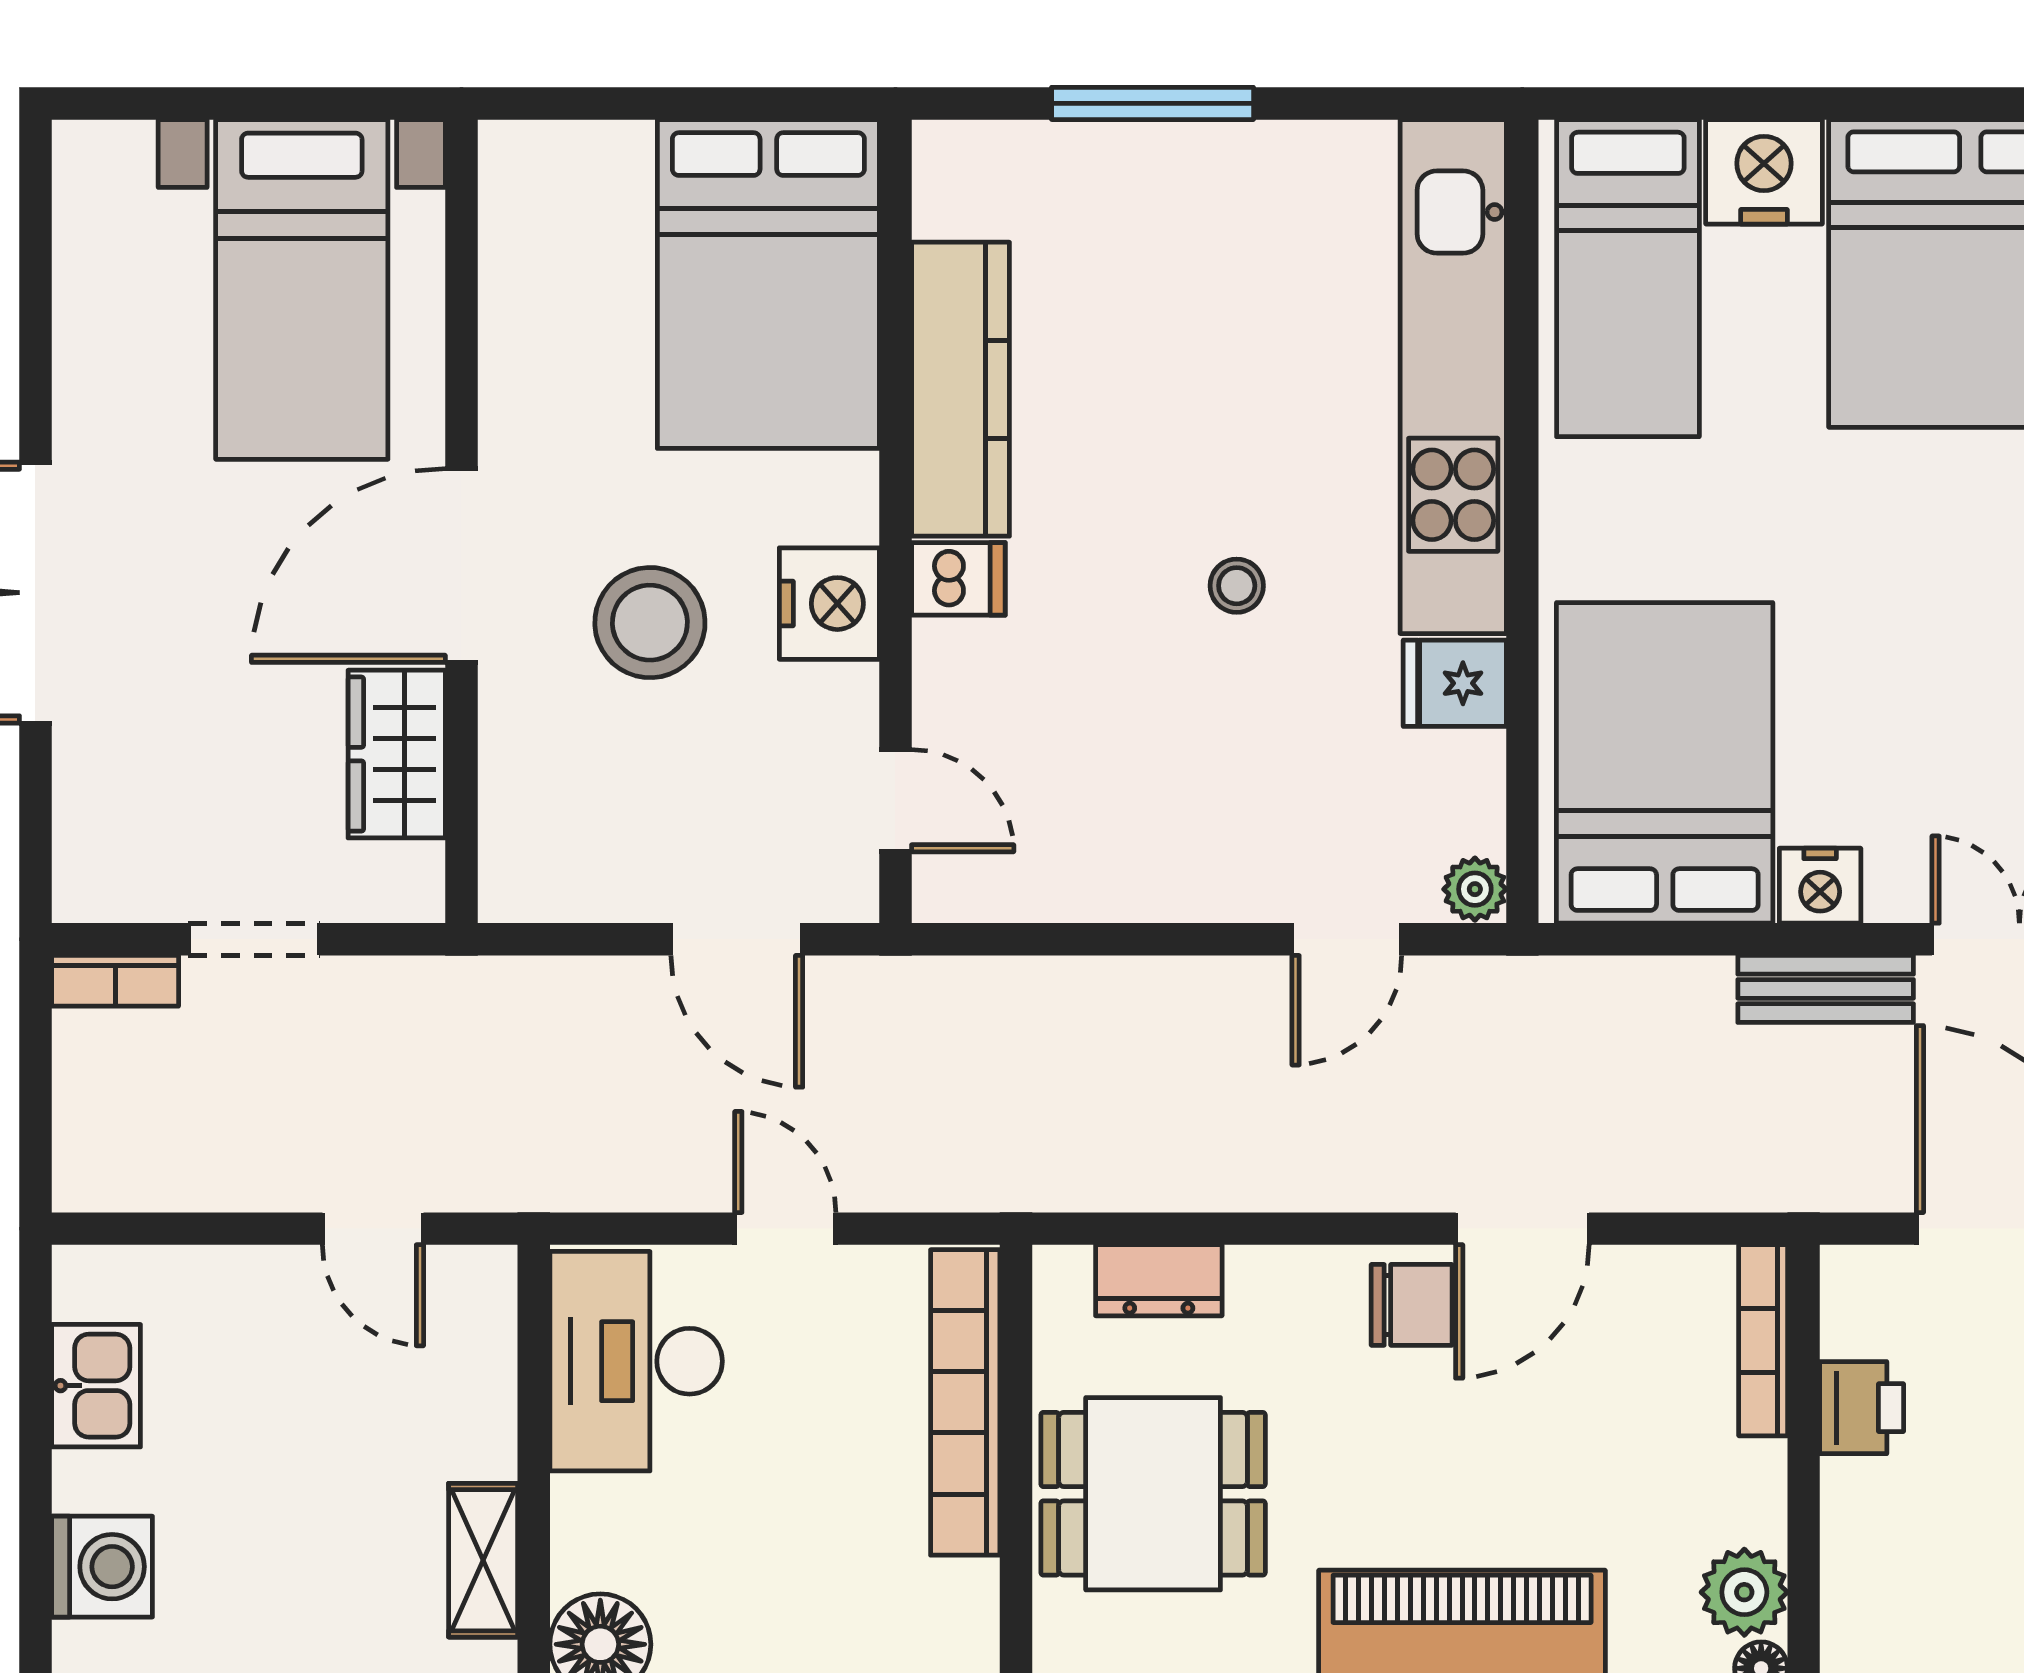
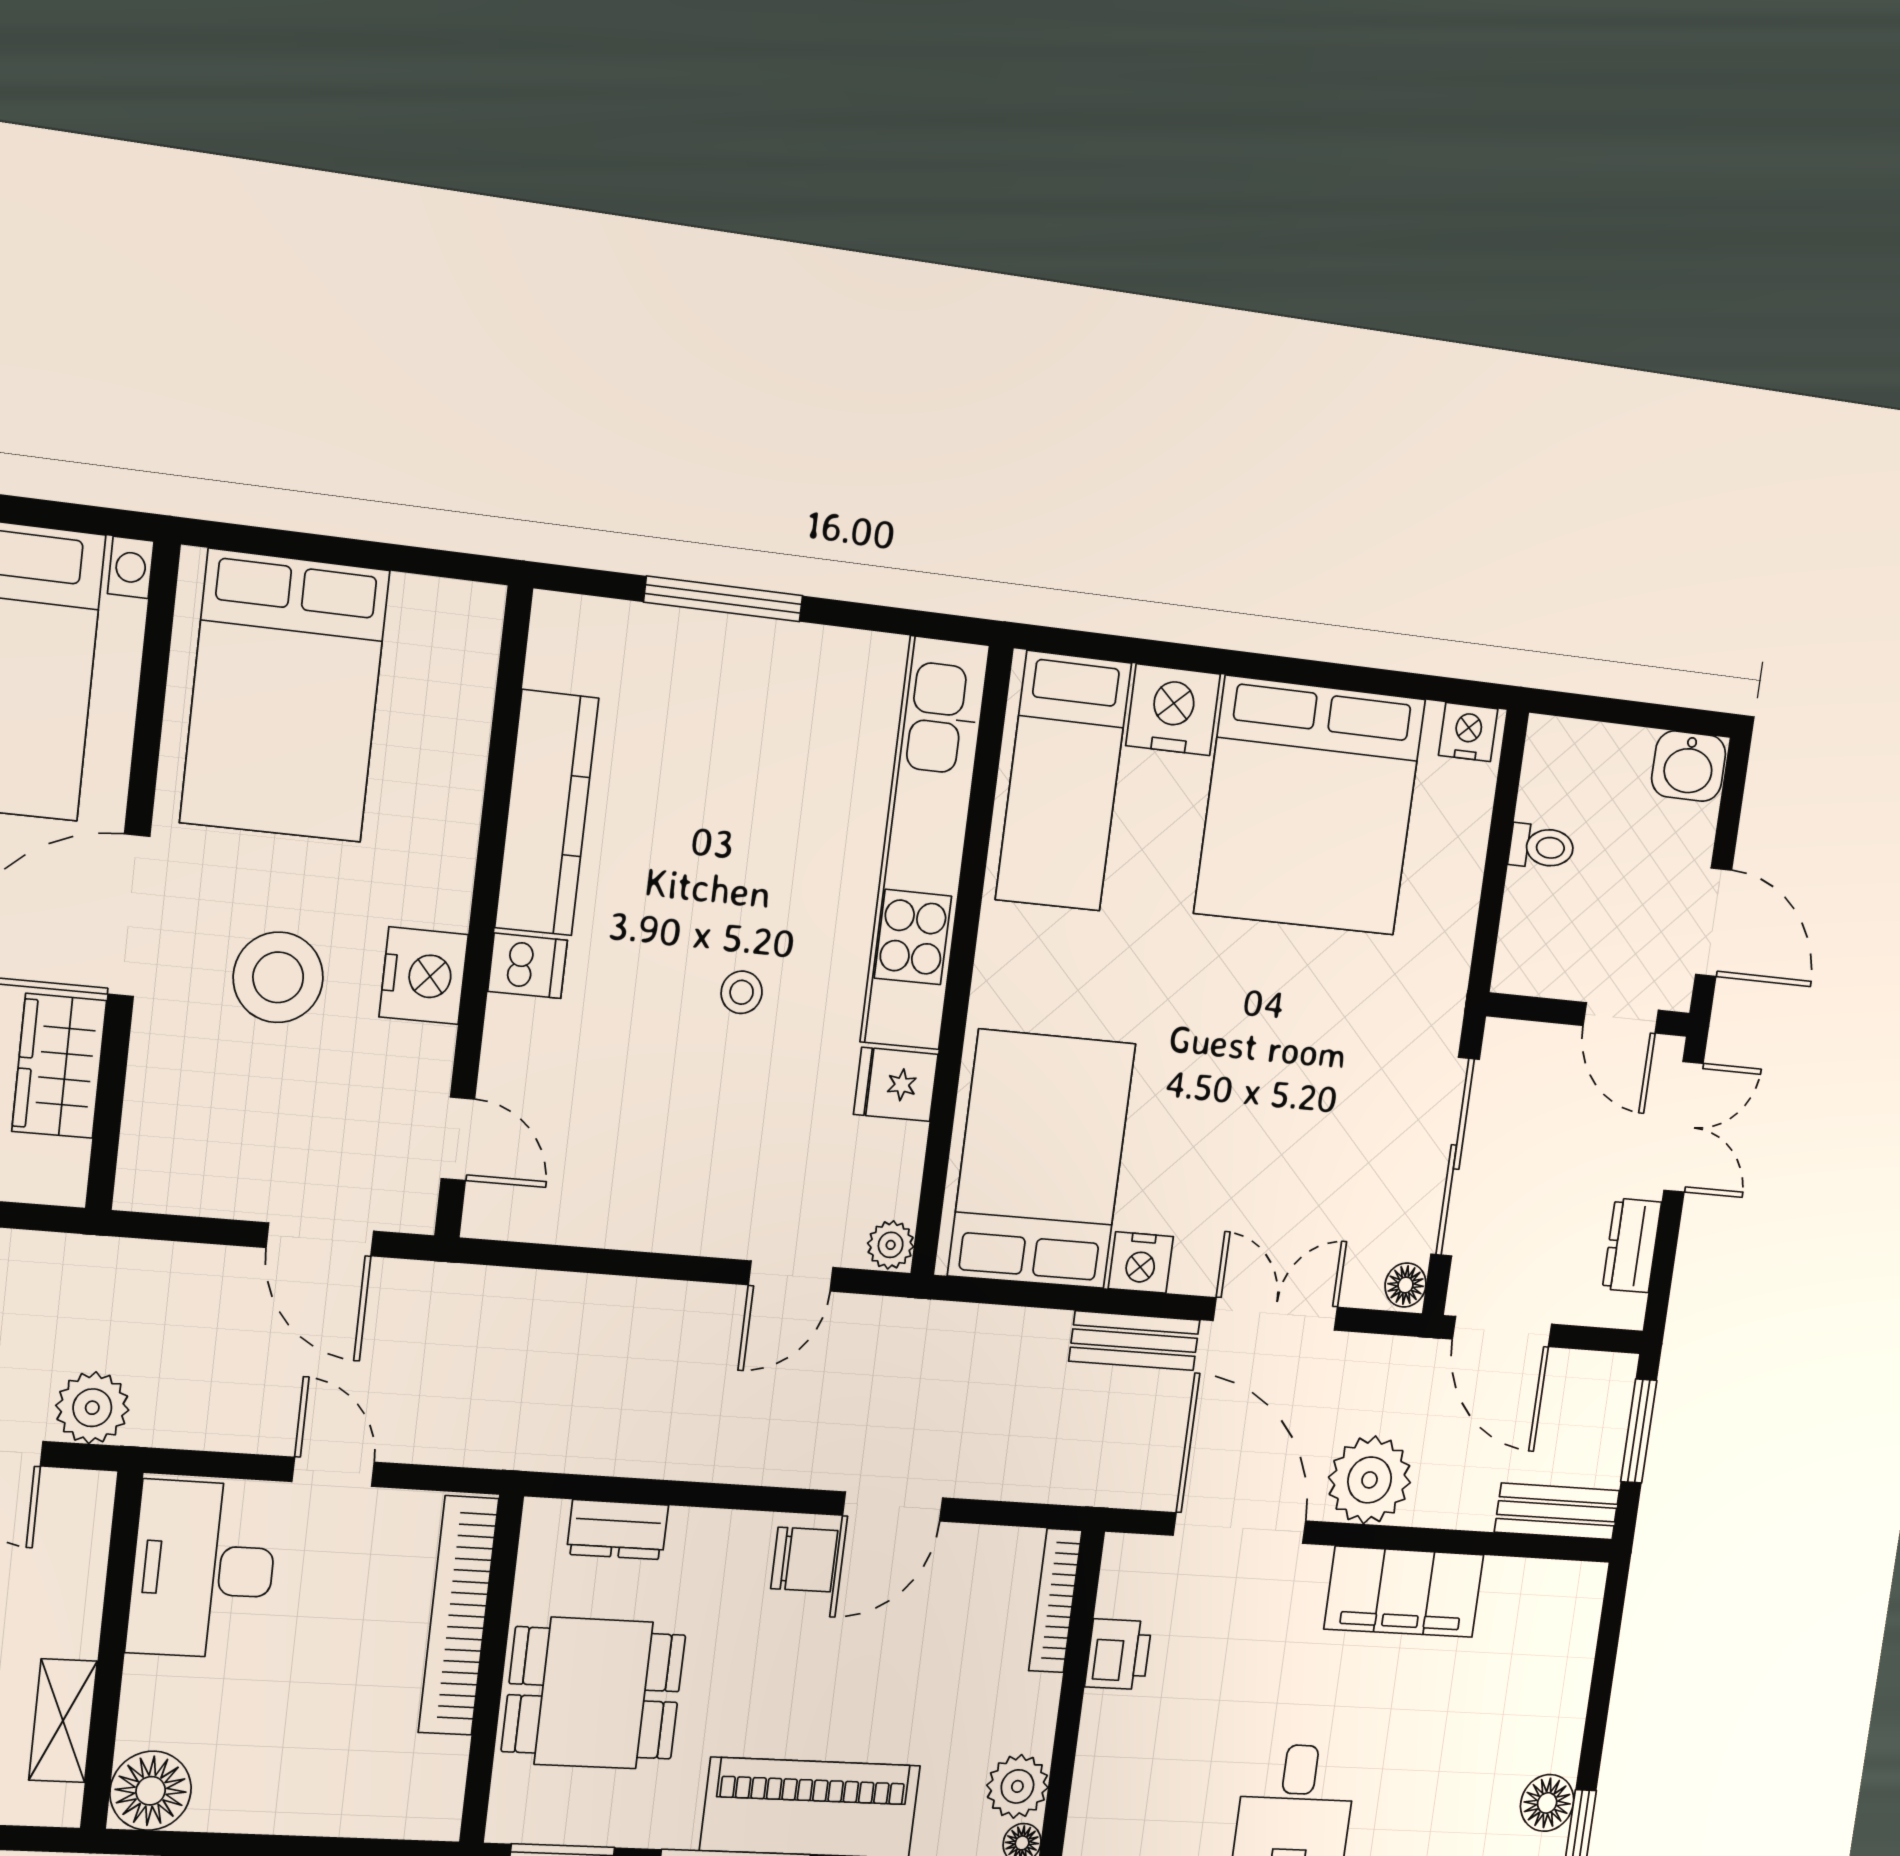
bed: (768, 284) -> (285, 696), moved
plant: (479, 1168) -> (92, 1408), added

